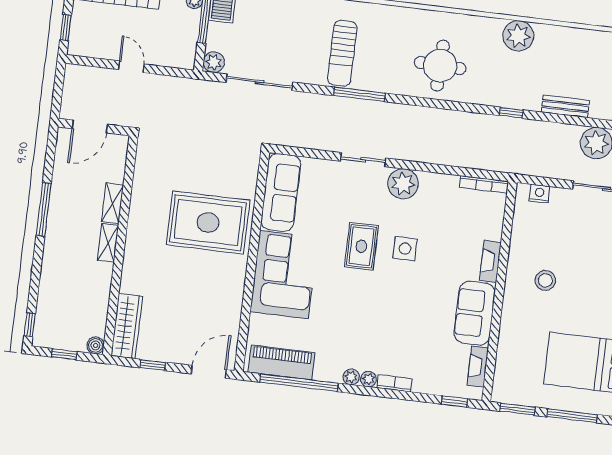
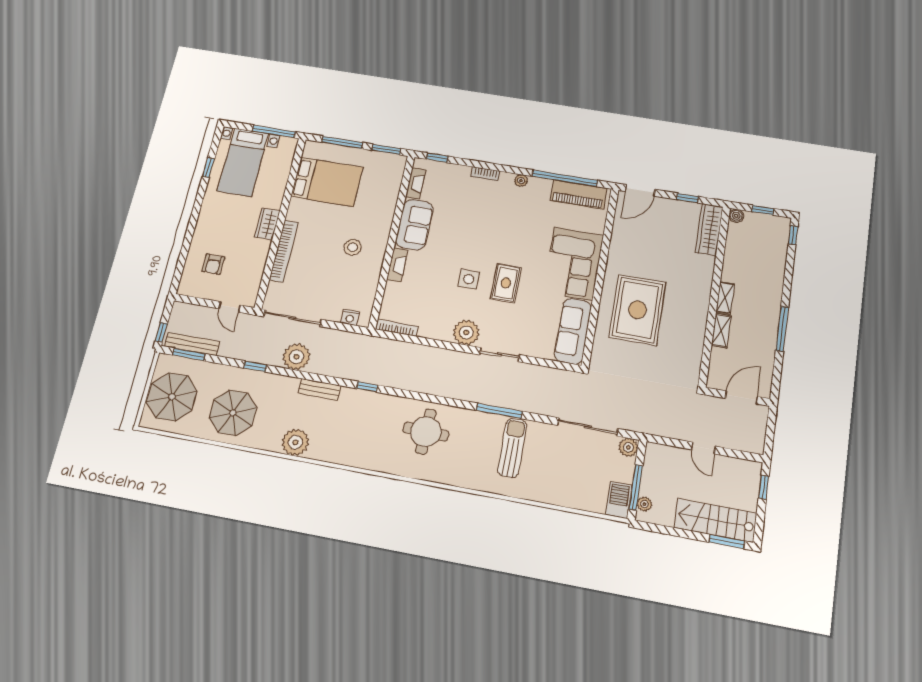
plant: (518, 36) -> (295, 442), moved
rug: (208, 223) -> (637, 310), turned 90
plant: (368, 379) -> (507, 178), removed

